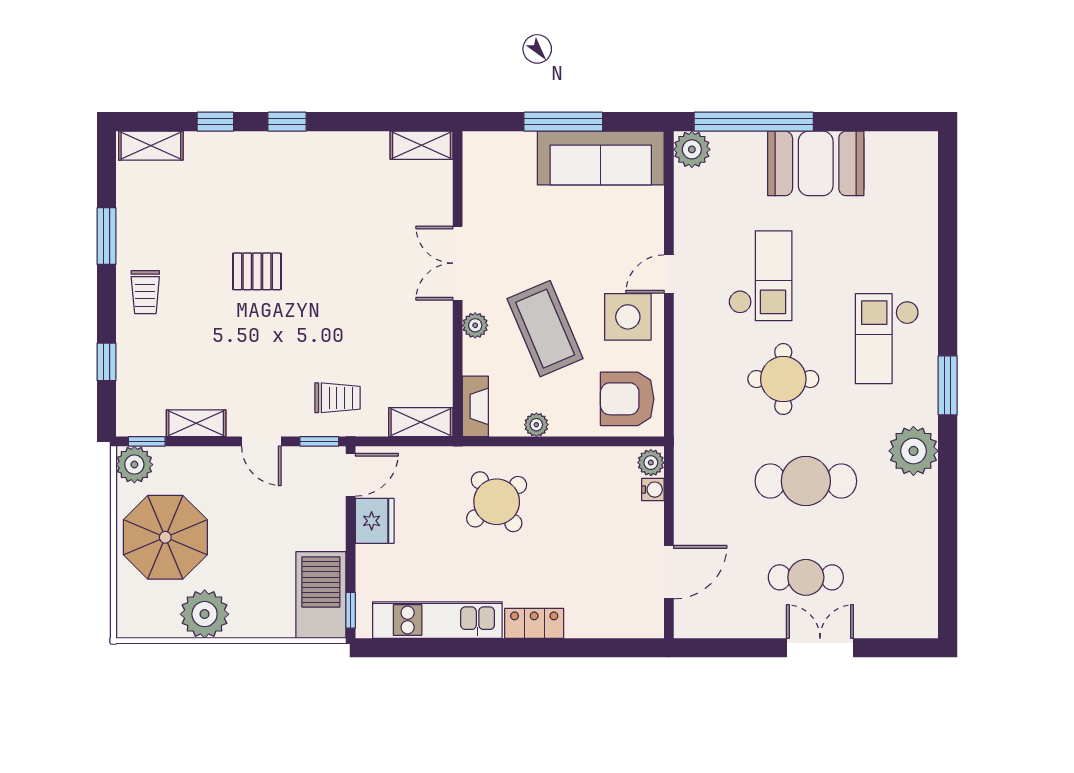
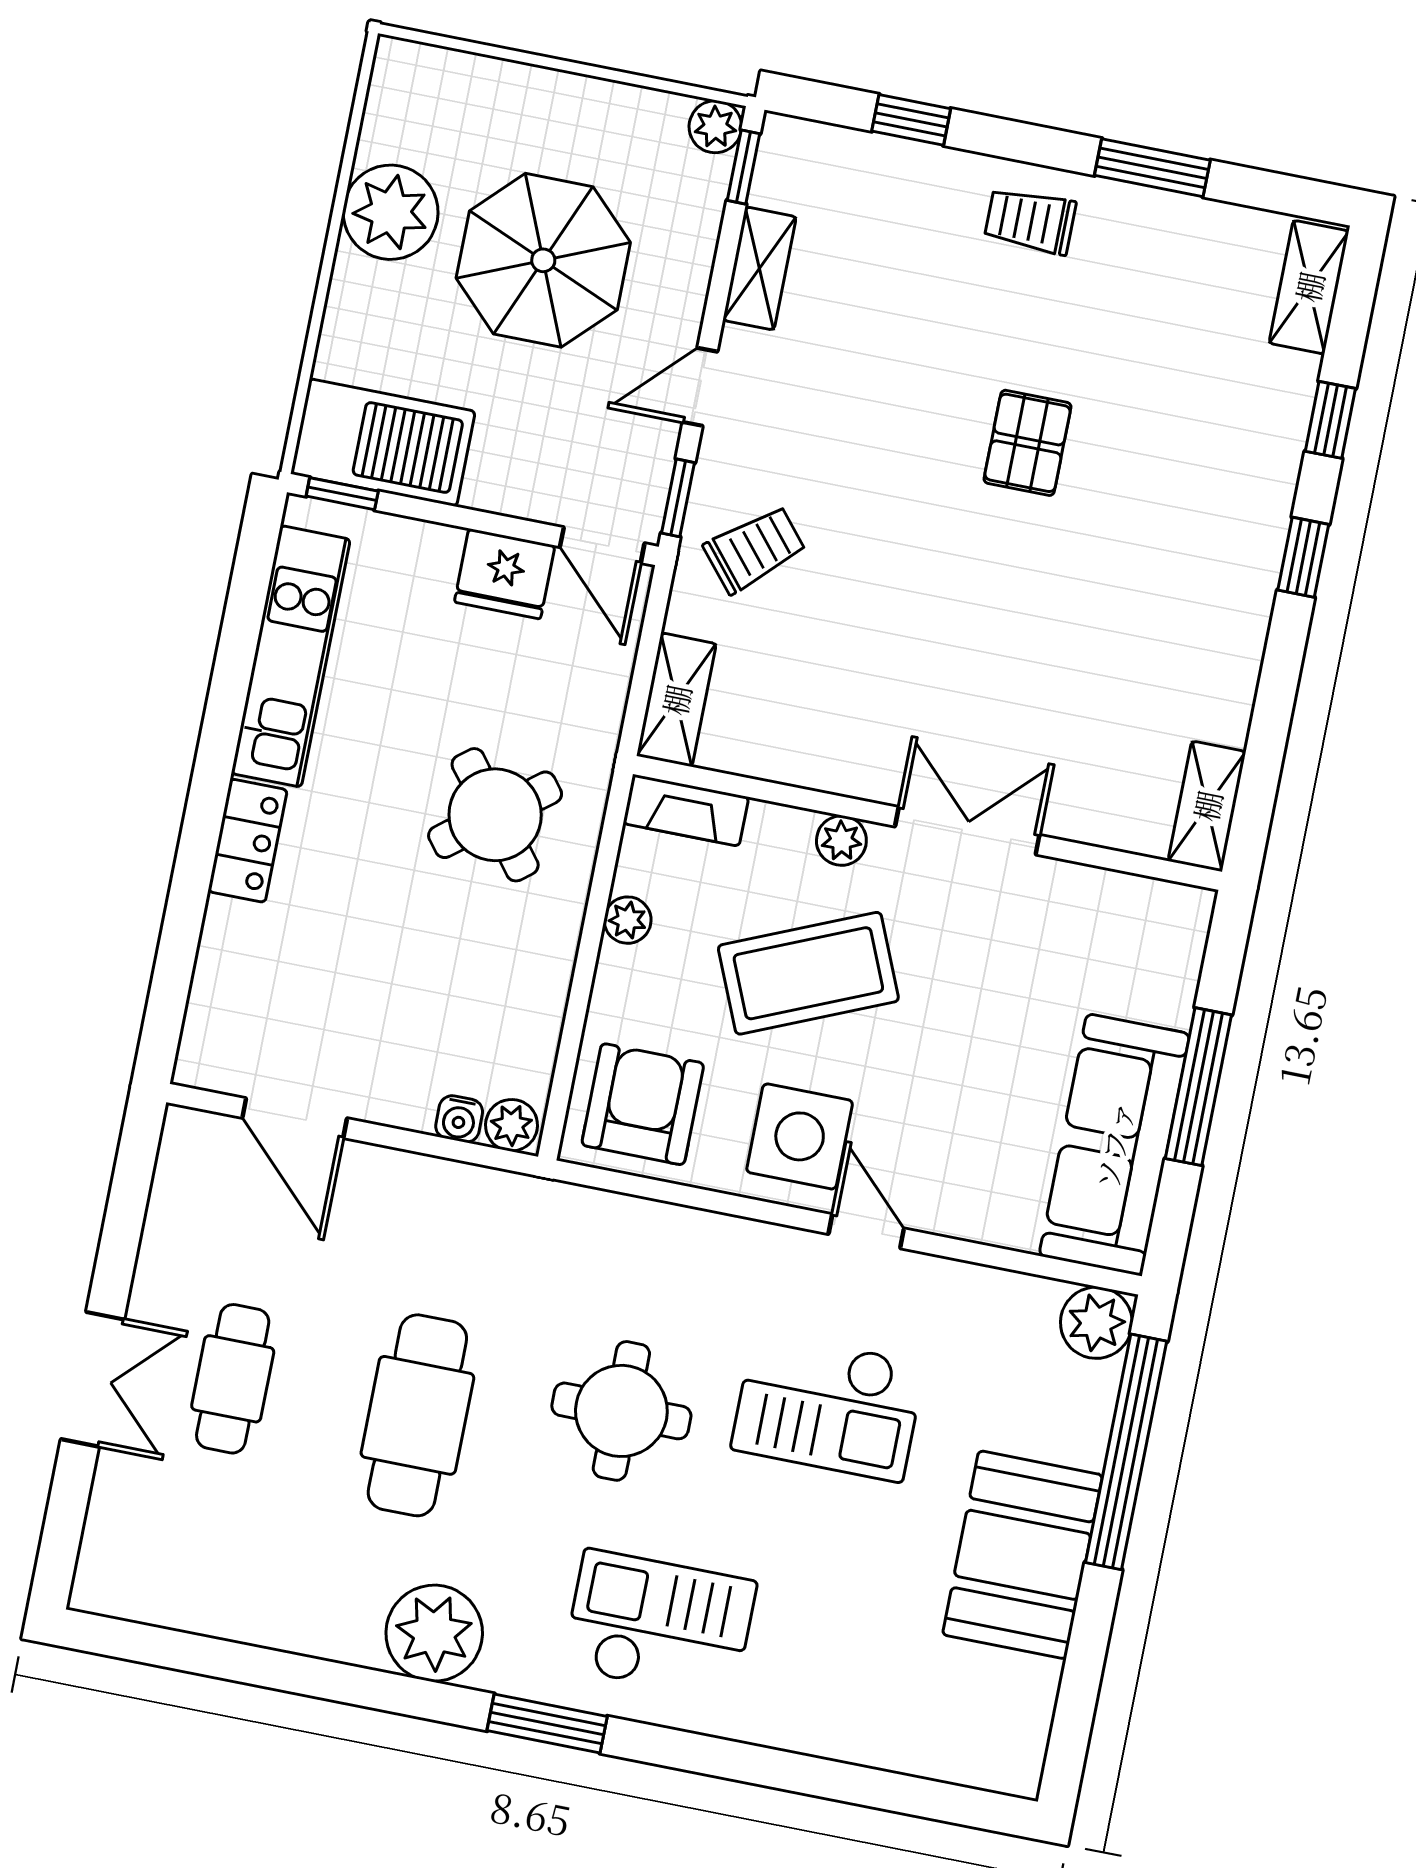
trolley: (338, 398) -> (755, 549), turned -130
plant: (134, 465) -> (715, 127), width x0.73, depth x0.73
parasol: (165, 537) -> (543, 260), moved

